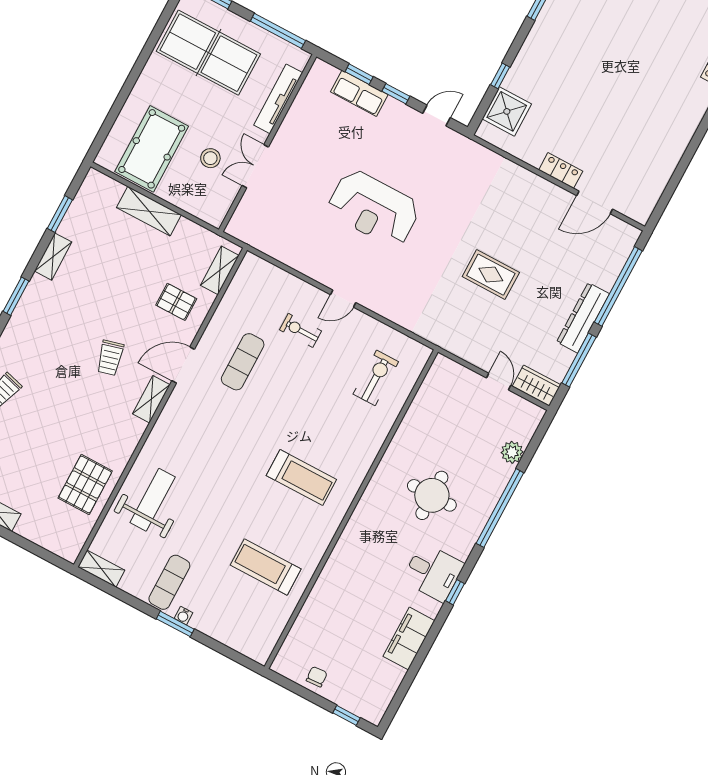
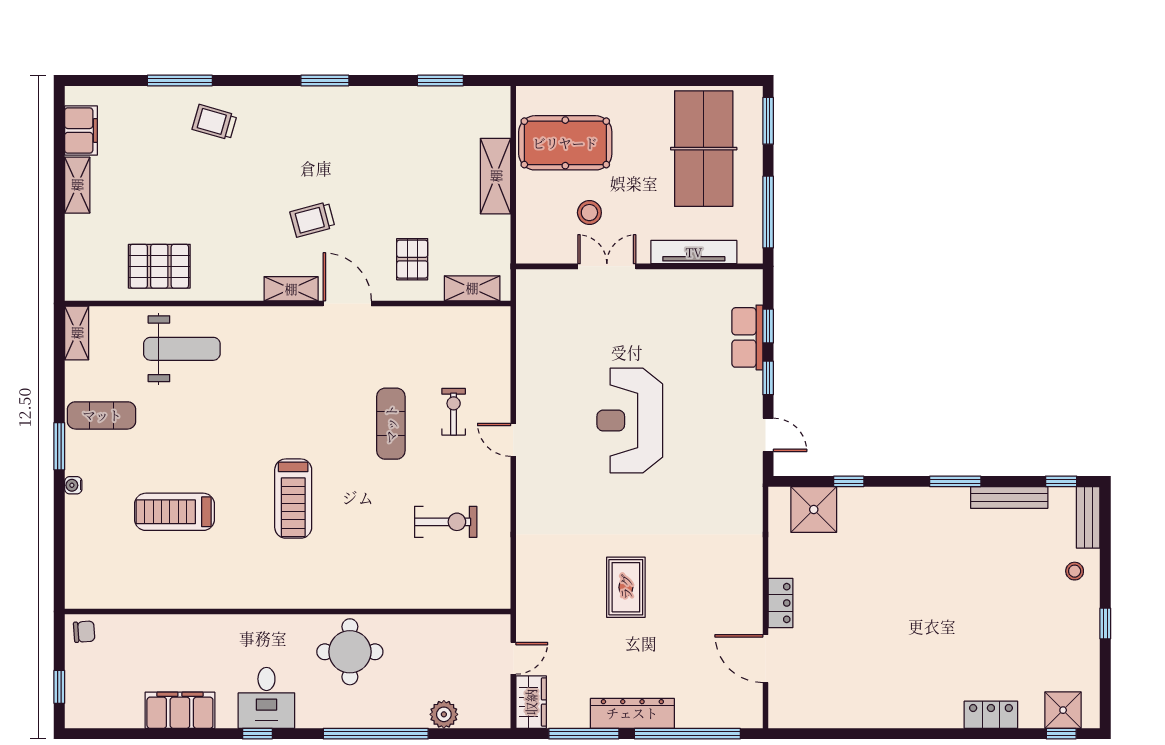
shelving: (53, 257) -> (390, 98), removed
exercise mat: (243, 362) -> (391, 424), moved, turned 90
wall: (351, 509) -> (288, 611), moved
treadmill: (266, 567) -> (174, 512), turned -90
water cooler: (183, 616) -> (73, 485), moved

